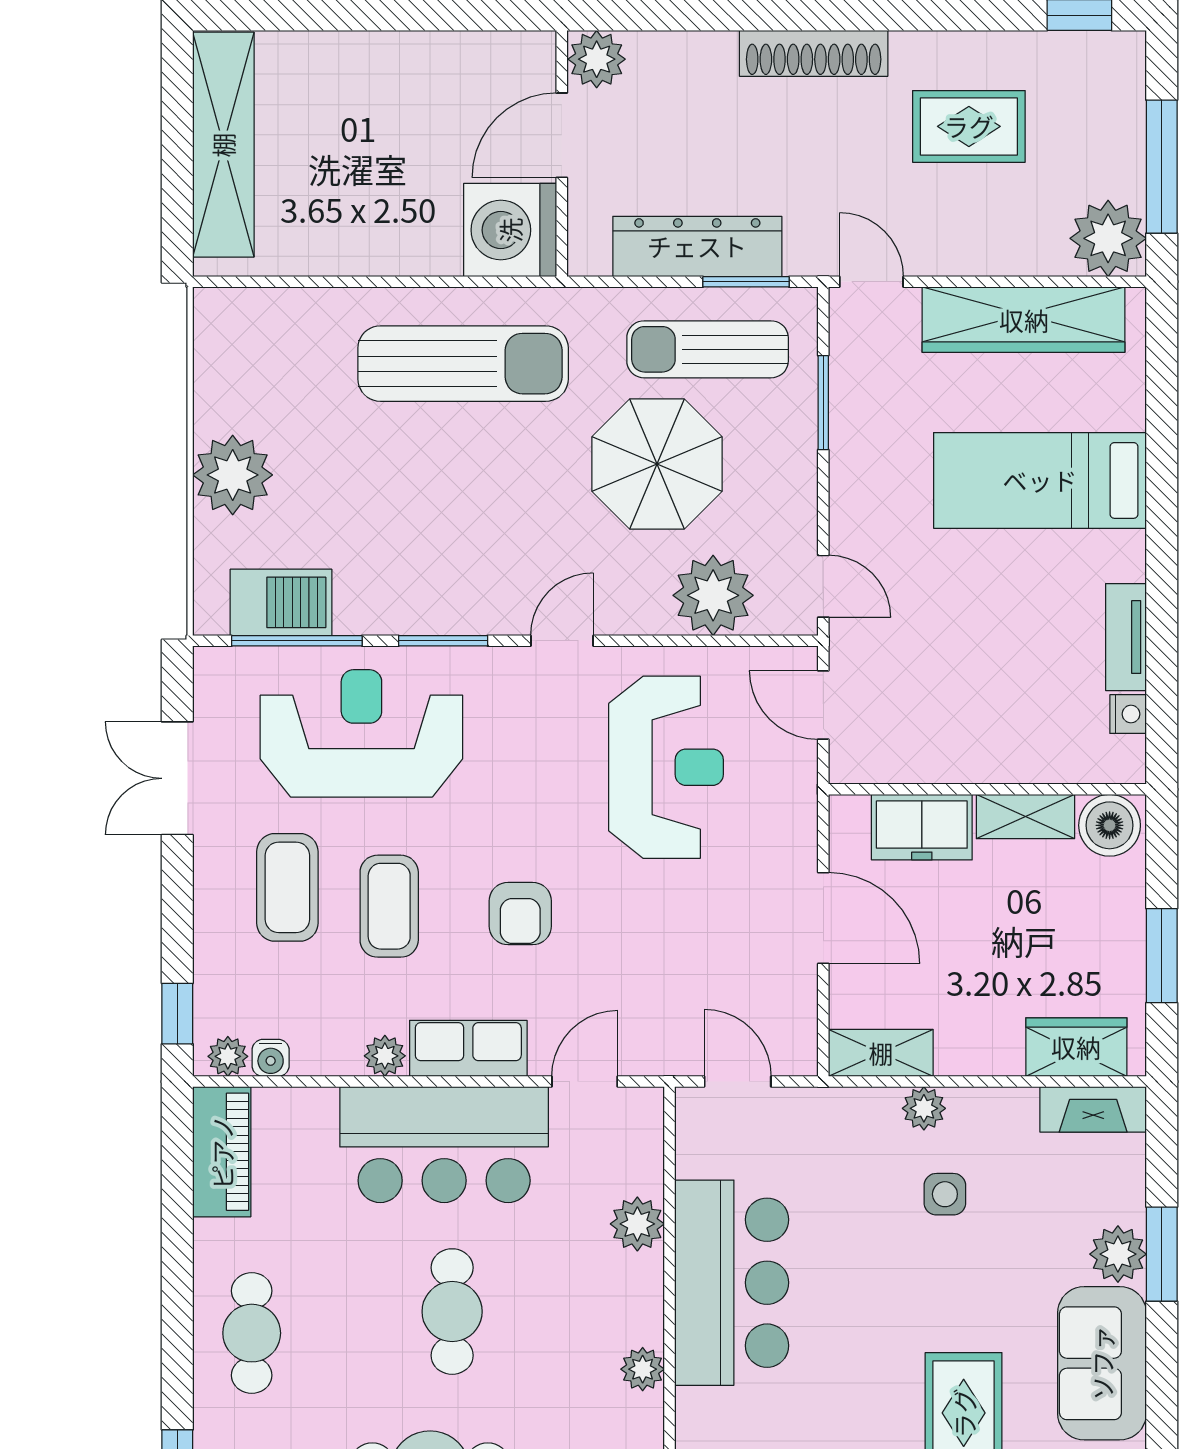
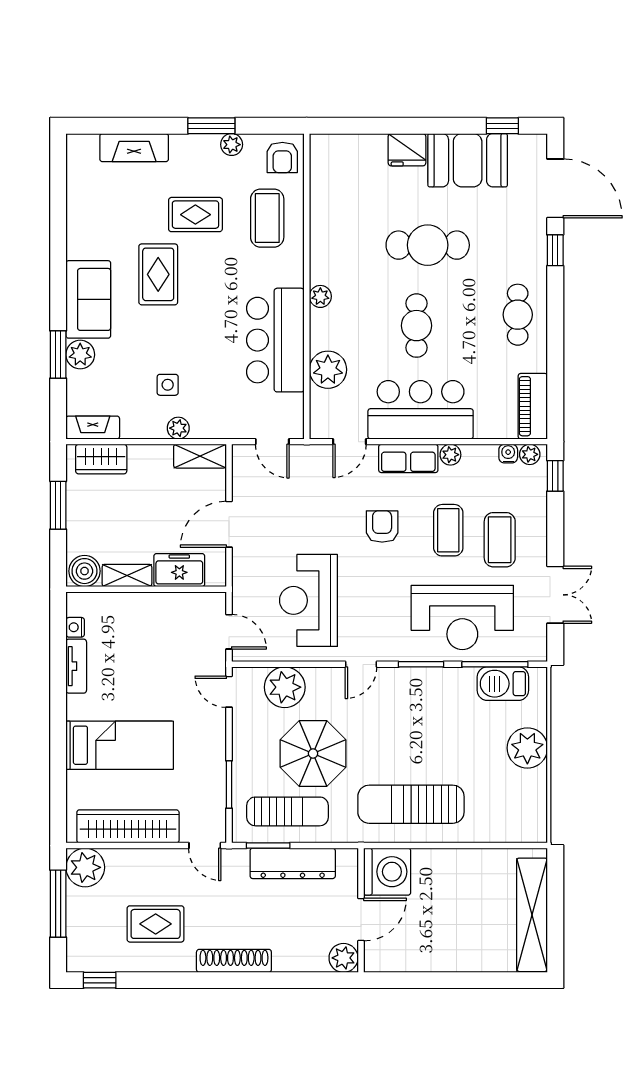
door: (823, 918) -> (229, 524), hinge flipped
plant: (637, 1224) -> (328, 370), width x1.36, depth x1.36

